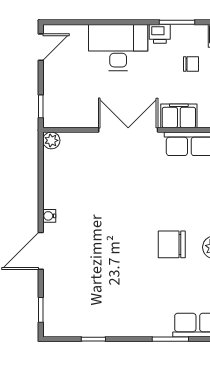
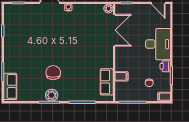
filing cabinet: (179, 116) -> (122, 76), width x0.50
double door: (128, 130) -> (114, 30), moved

